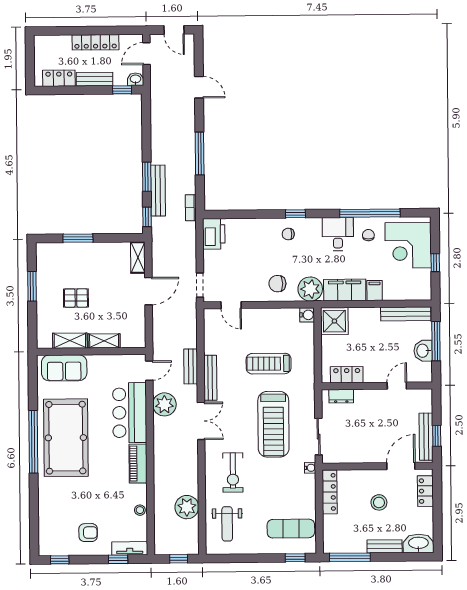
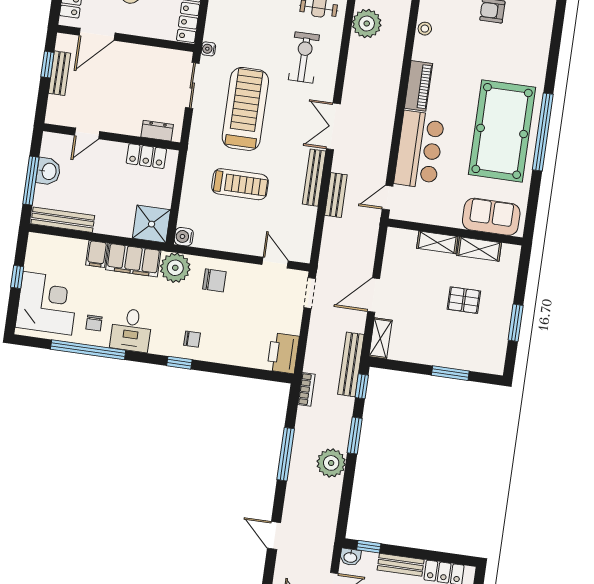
bench: (158, 191) -> (351, 364), moved
plant: (164, 404) -> (331, 463), moved
bench: (426, 437) -> (60, 73), width x0.73

